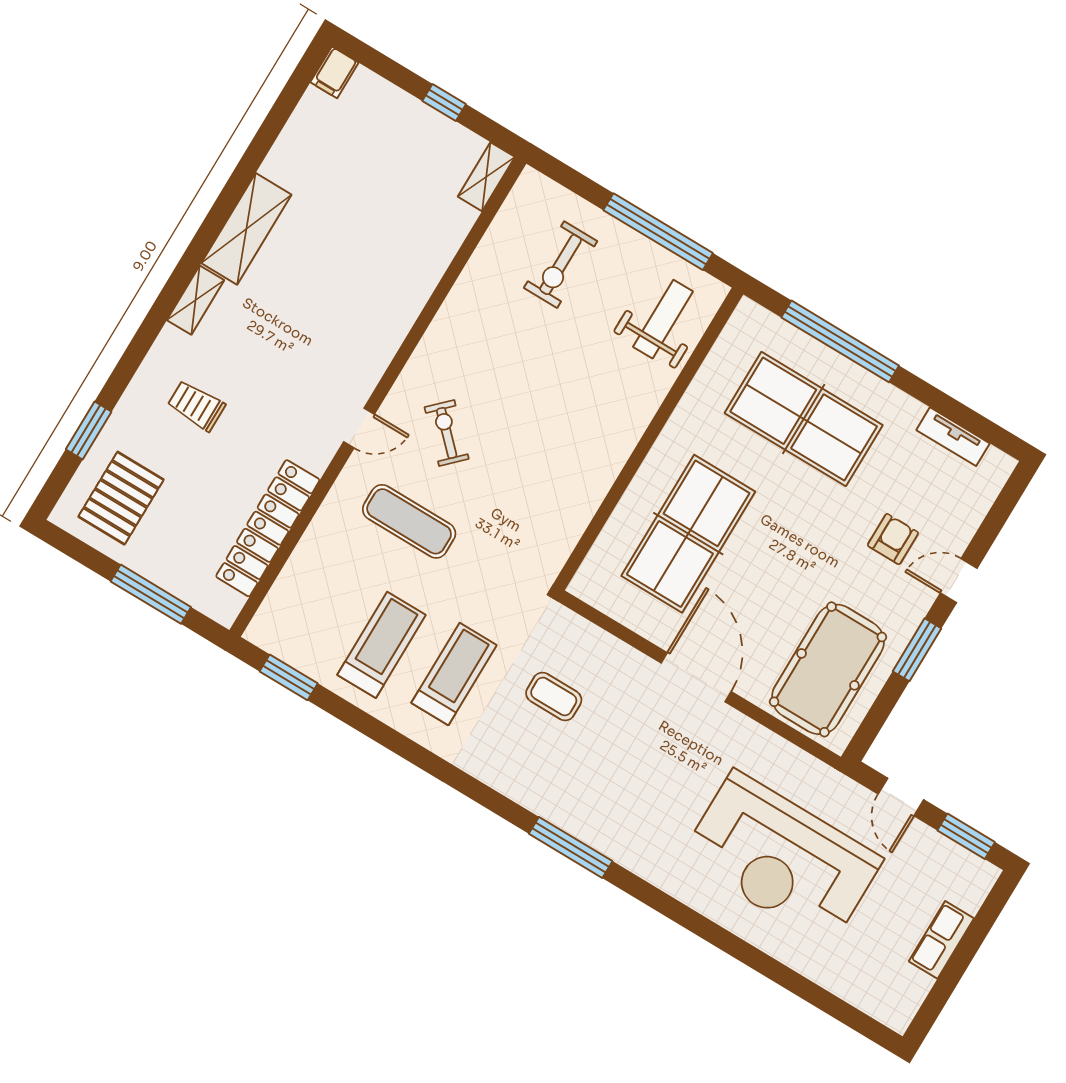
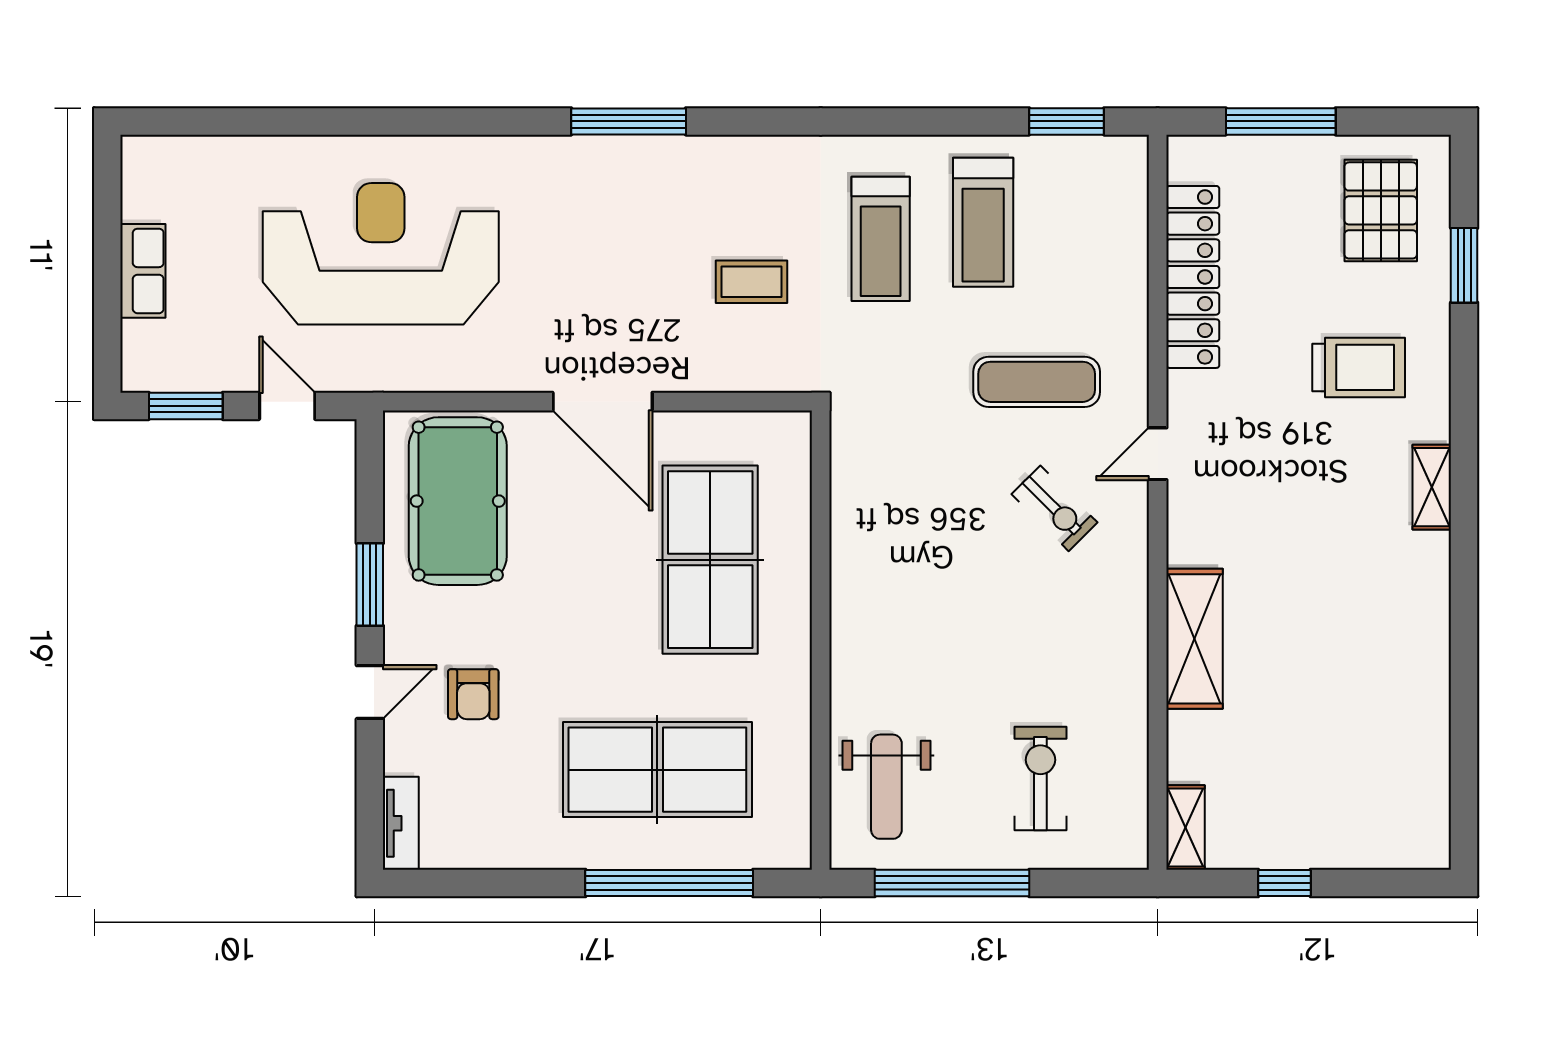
filing cabinet: (334, 72) -> (1430, 842), removed
shelving: (246, 229) -> (1194, 639), moved
trolley: (196, 406) -> (1359, 367), width x1.36, depth x1.39
tv unit: (953, 437) -> (401, 823), moved, turned 90

